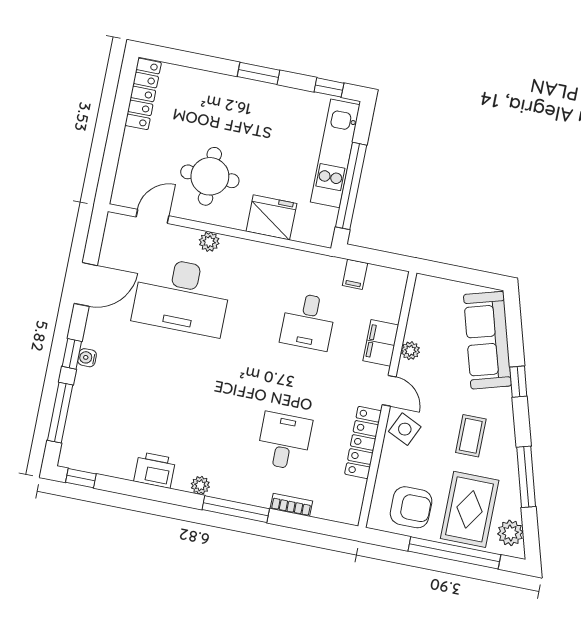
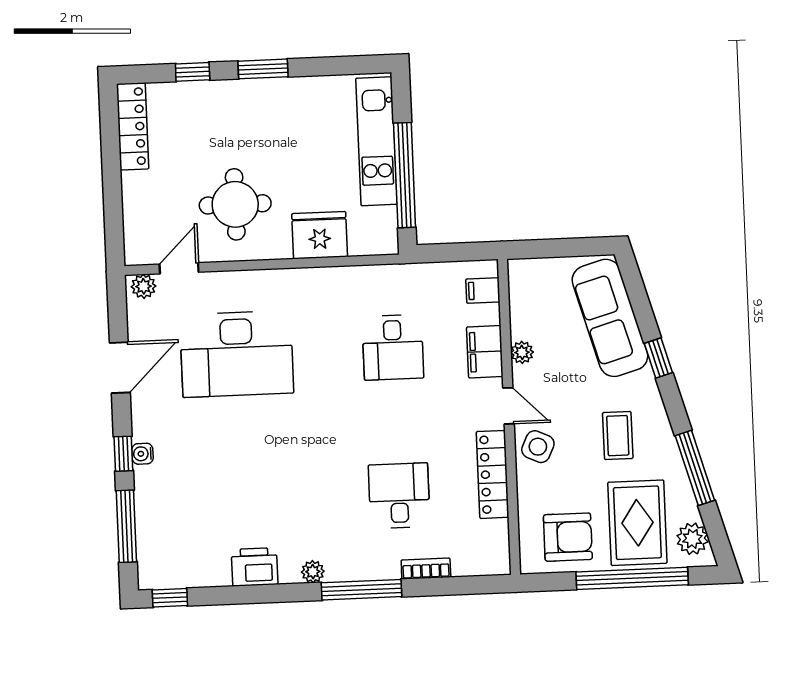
window: (329, 87) -> (193, 72), moved
plant: (209, 242) -> (144, 286), moved
filing cabinet: (355, 274) -> (483, 290), moved, turned 90

